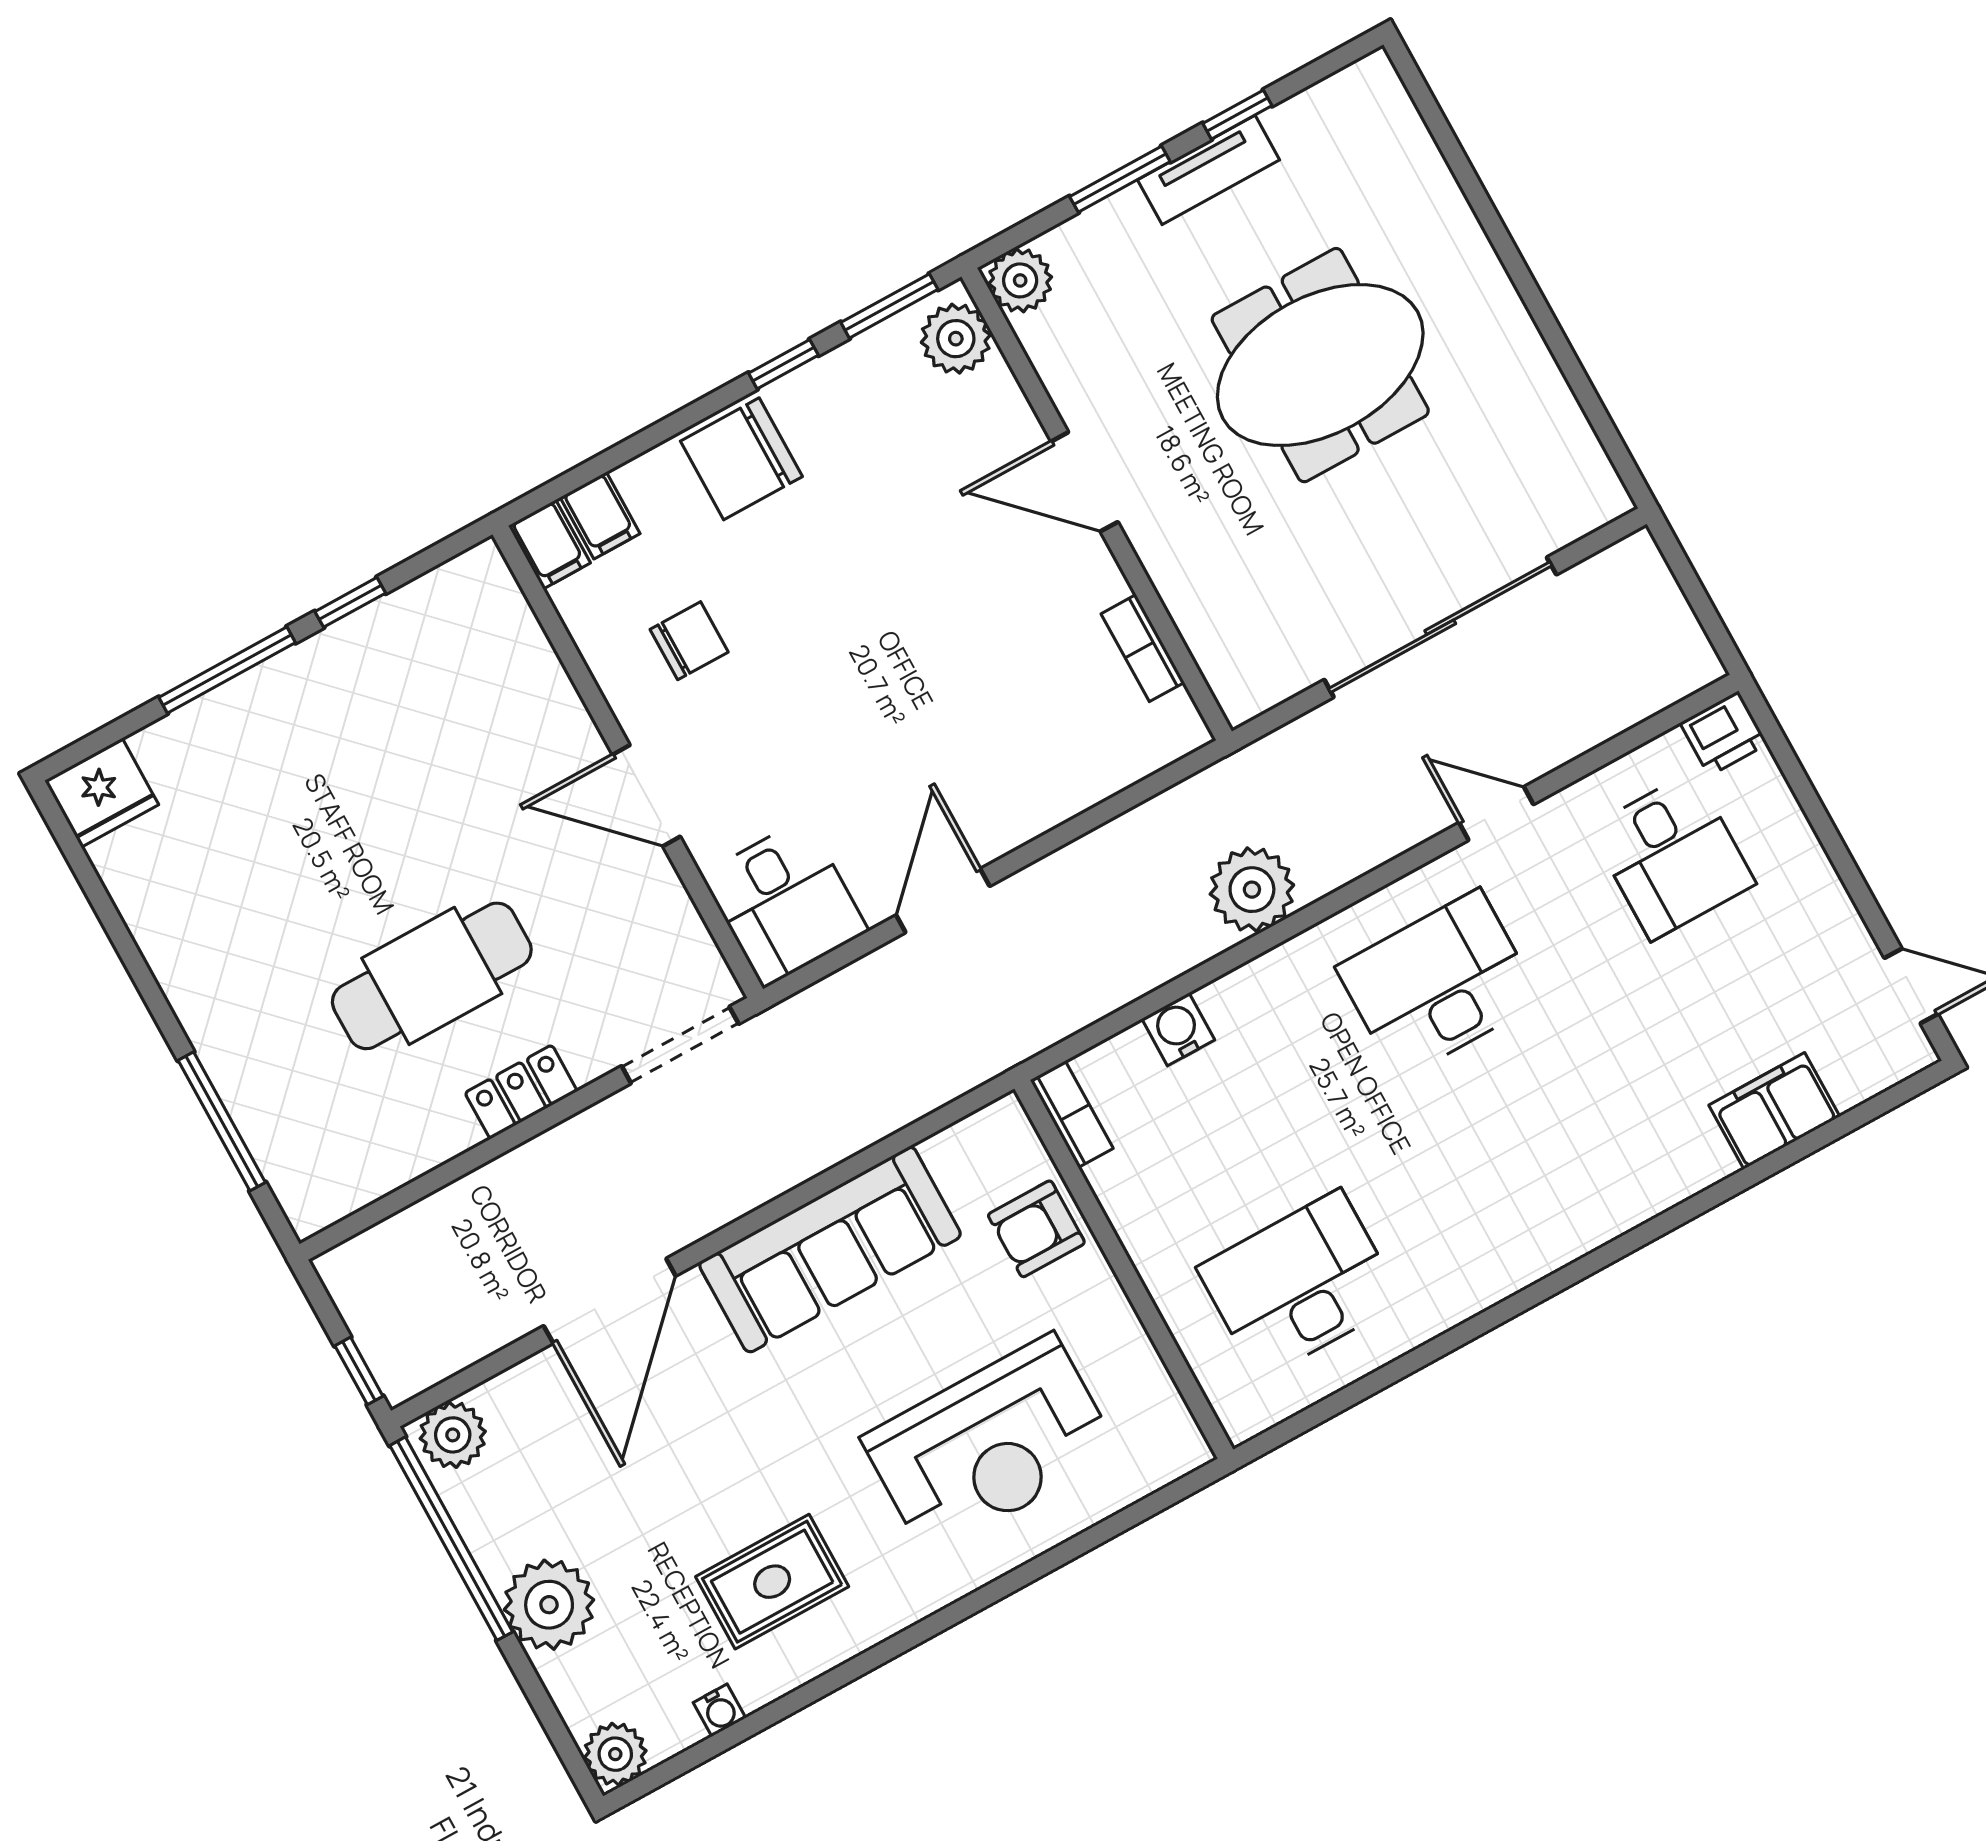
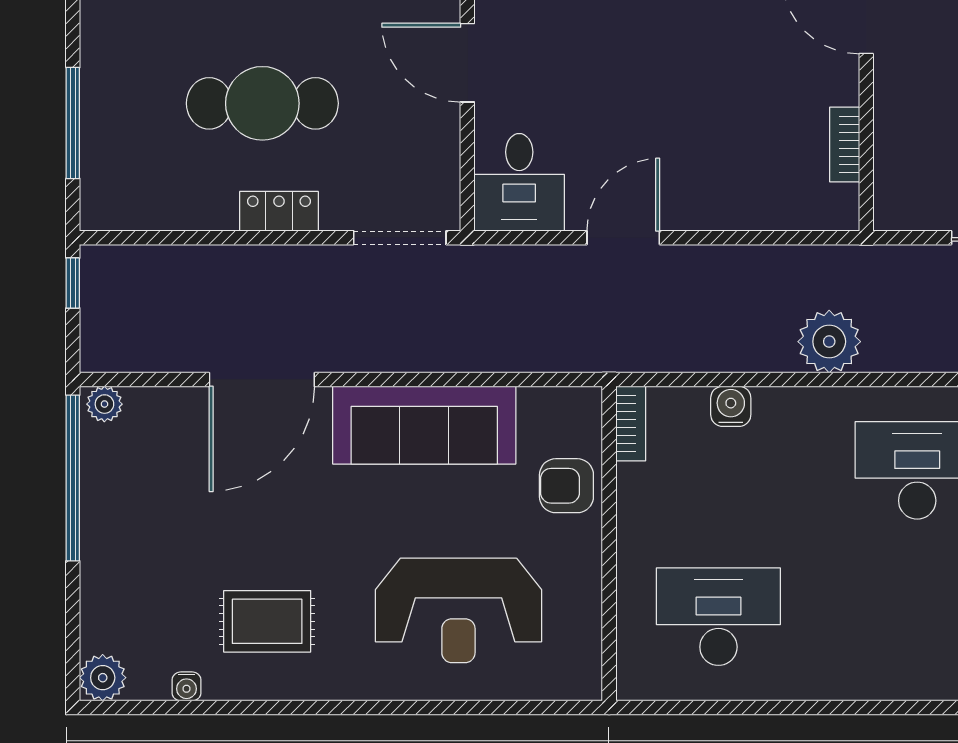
window: (359, 1371) -> (73, 283), moved
plant: (453, 1435) -> (104, 404), width x0.73, depth x0.73
plant: (549, 1605) -> (113, 556), removed

